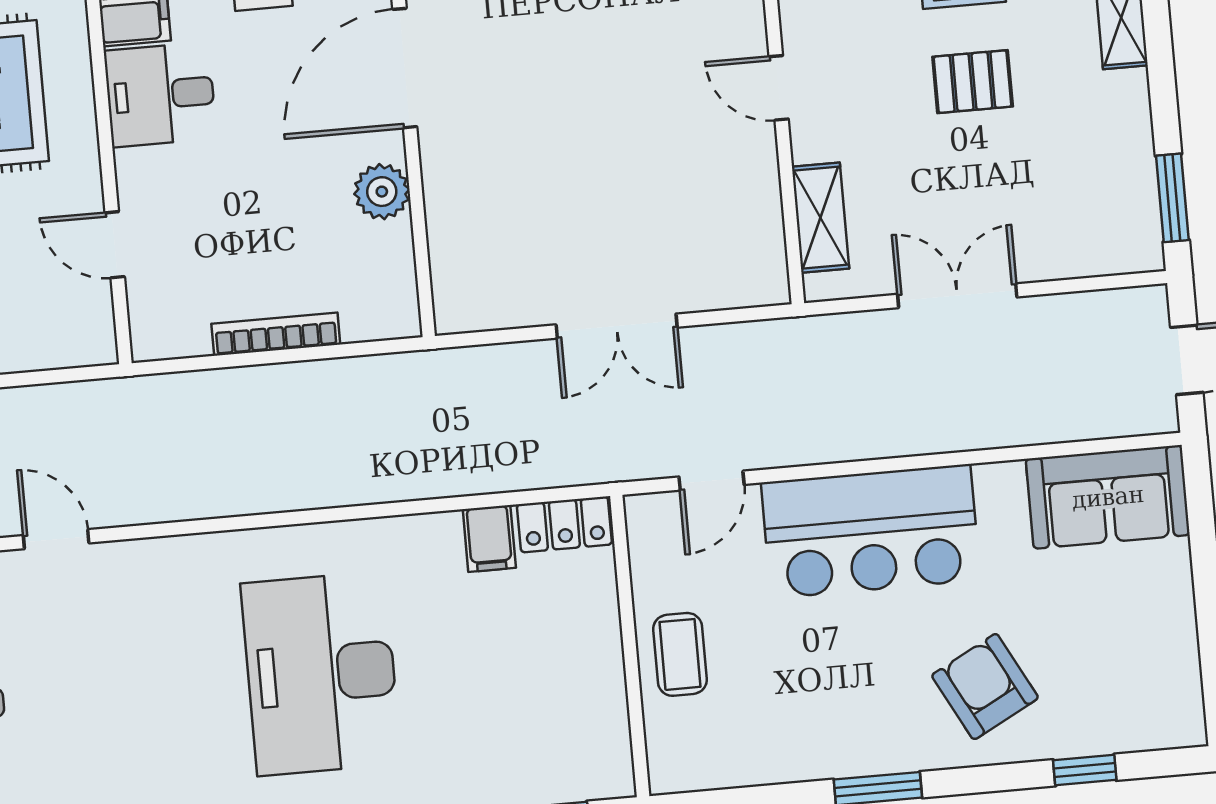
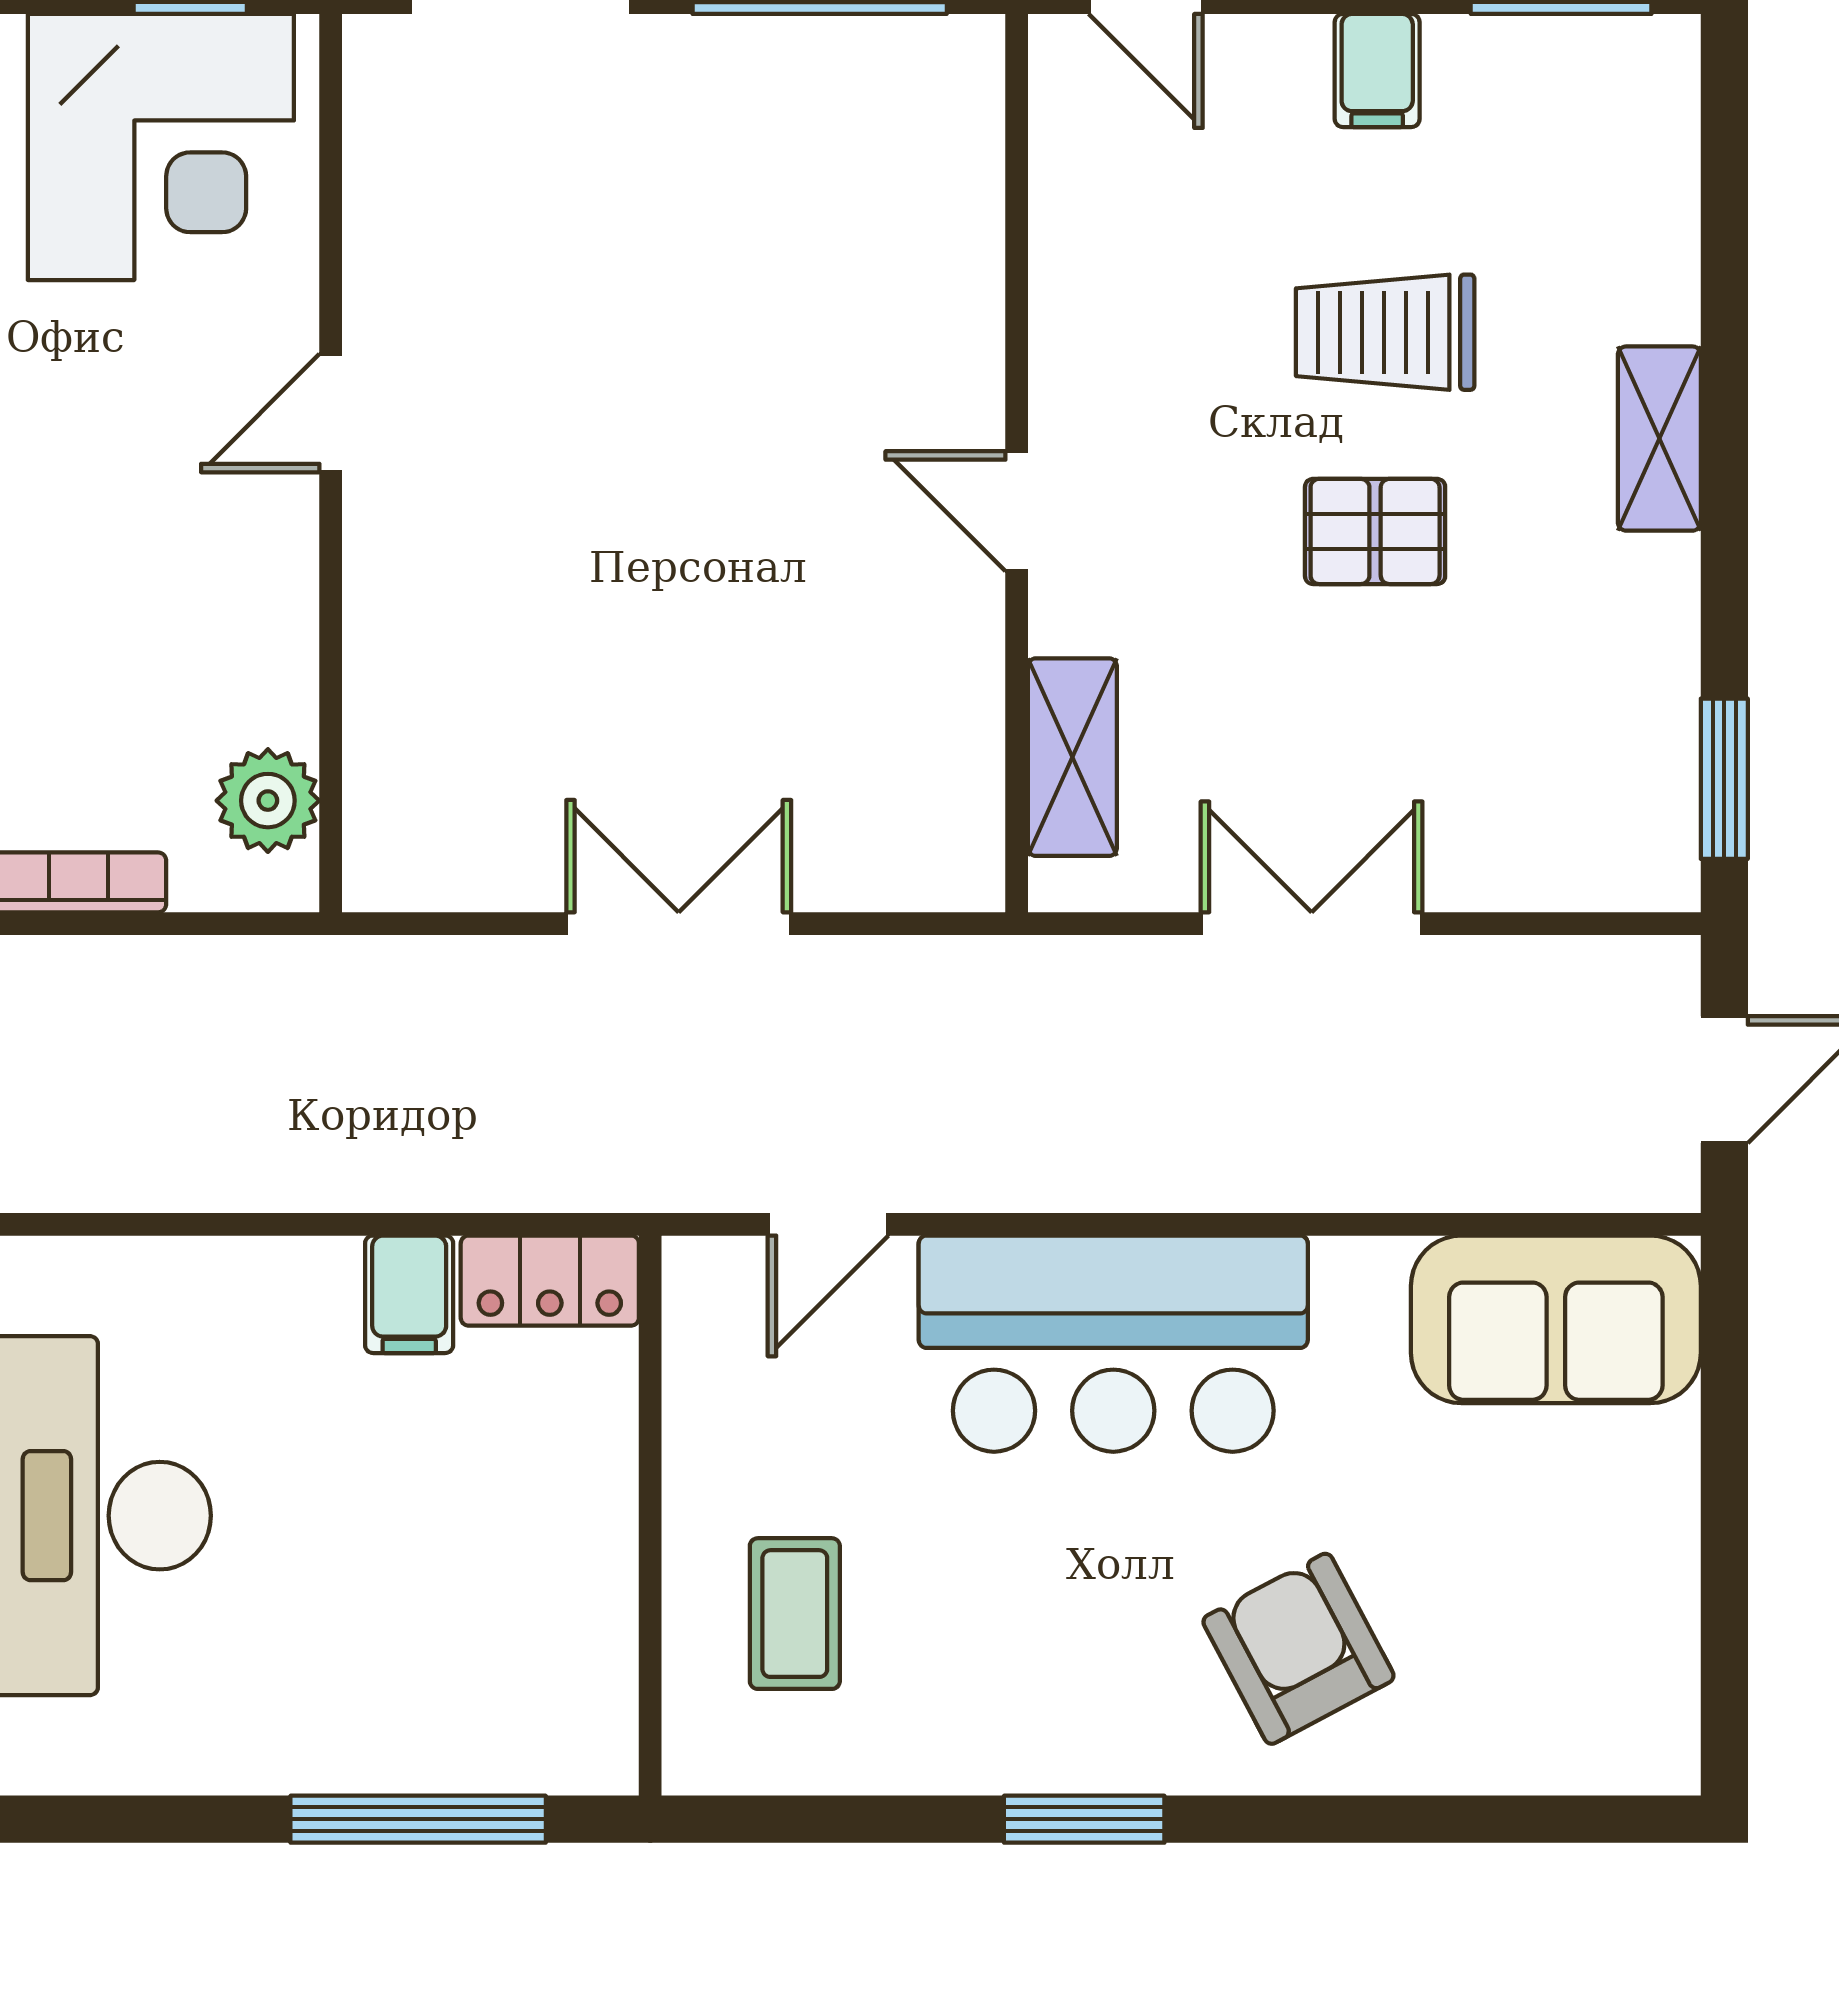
door: (405, 68) -> (331, 413), width x0.53
plant: (382, 192) -> (268, 801), moved
double door: (617, 326) -> (679, 924), swing flipped
coffee table: (680, 654) -> (795, 1614), moved
window: (1085, 770) -> (1469, 1819), removed

